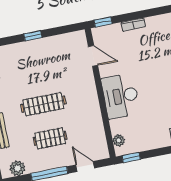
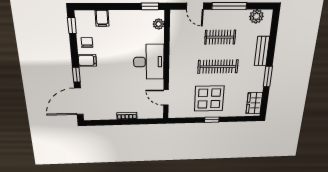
window: (103, 22) -> (152, 121), removed
display table: (43, 63) -> (209, 99), added

